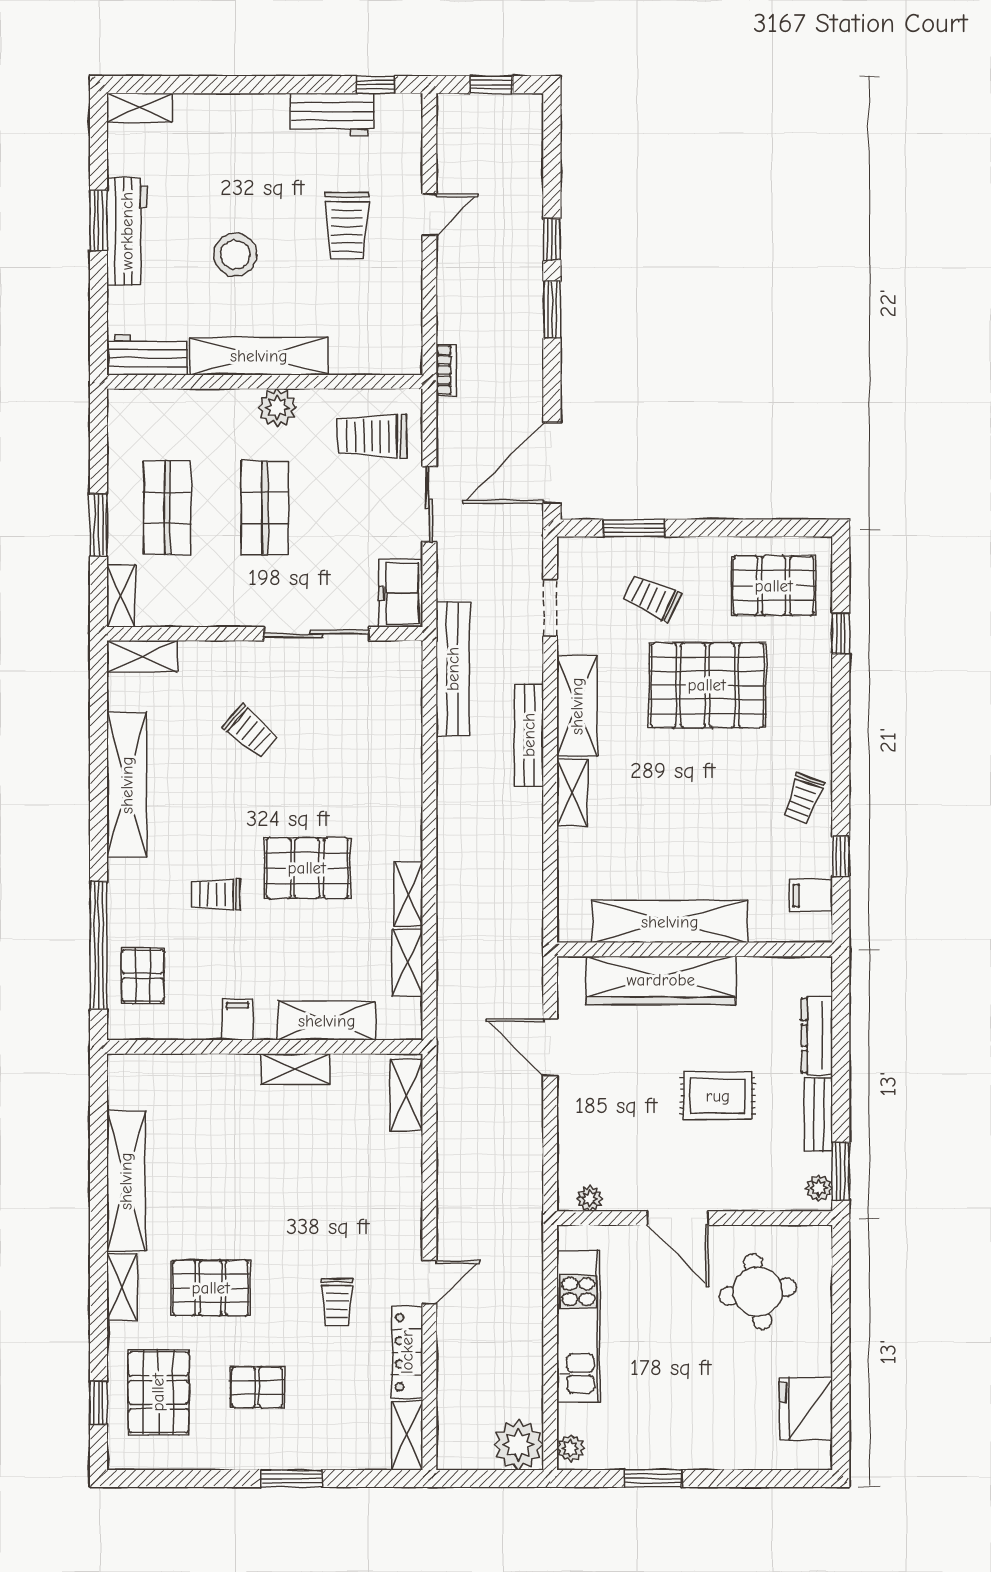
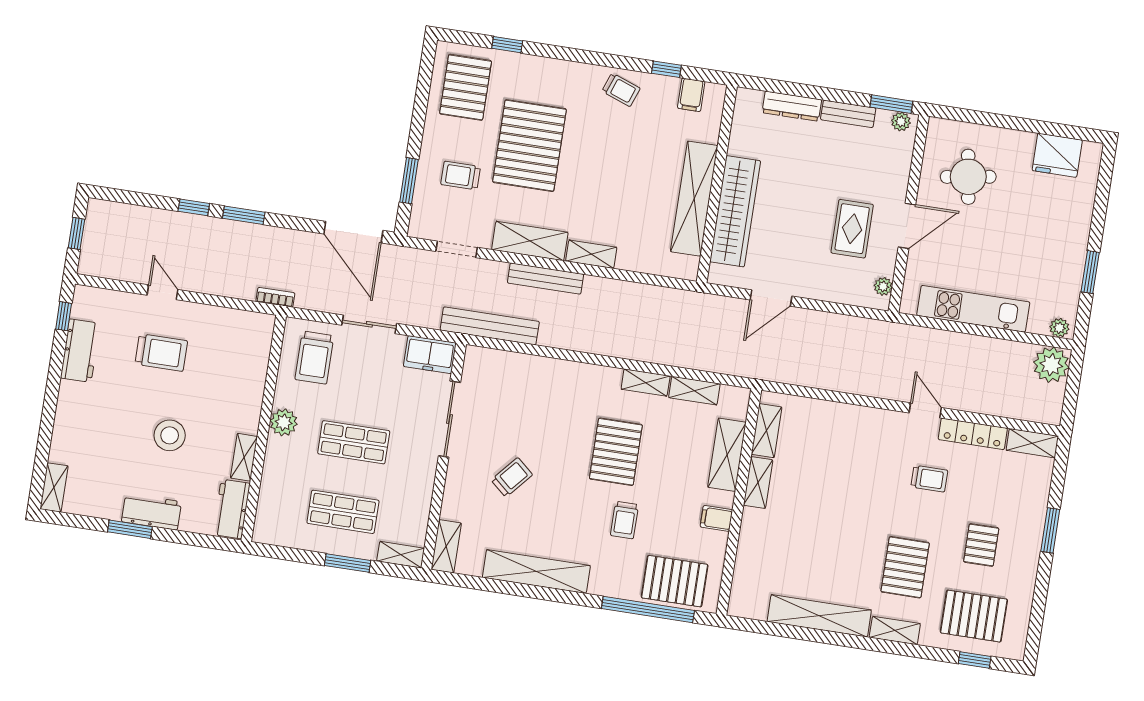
workbench: (127, 231) -> (151, 512), width x0.73
shelving: (259, 356) -> (244, 457), width x0.45, depth x0.75
trolley: (652, 597) -> (461, 176), turned 65
pallet: (143, 976) -> (675, 581), width x1.50, depth x1.42
shelving: (407, 1095) -> (767, 431), moved, turned 90
rug: (718, 1096) -> (852, 229), moved

